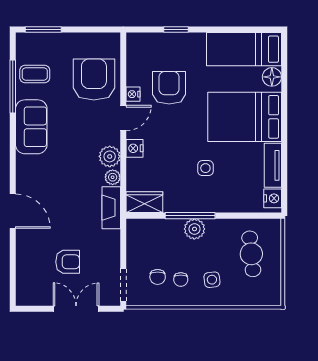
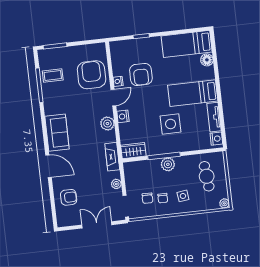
armchair: (169, 88) -> (141, 74), turned 180
bed: (245, 117) -> (193, 93), width x0.67
sofa: (31, 127) -> (57, 133), moved
side table: (205, 168) -> (171, 124), width x1.87, depth x1.87
plant: (113, 177) -> (116, 184), moved
armchair: (68, 262) -> (69, 197), moved
plant: (274, 298) -> (224, 203), added

